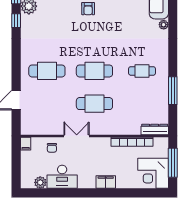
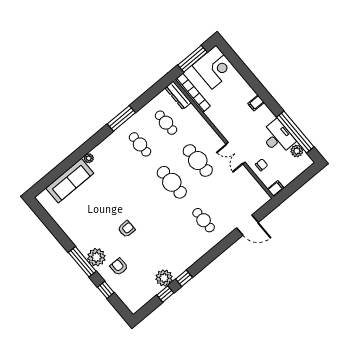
cafe table: (47, 71) -> (204, 220), width x0.73, depth x0.74
window: (173, 91) -> (121, 118), moved
cafe table: (142, 104) -> (166, 123), added
bookcase: (132, 142) -> (193, 93), moved
filing cabinet: (106, 182) -> (256, 103), width x0.50
window: (55, 193) -> (295, 132), added

